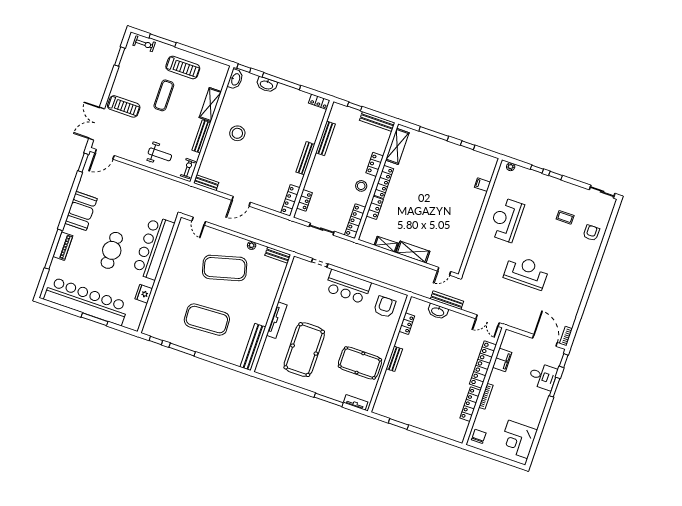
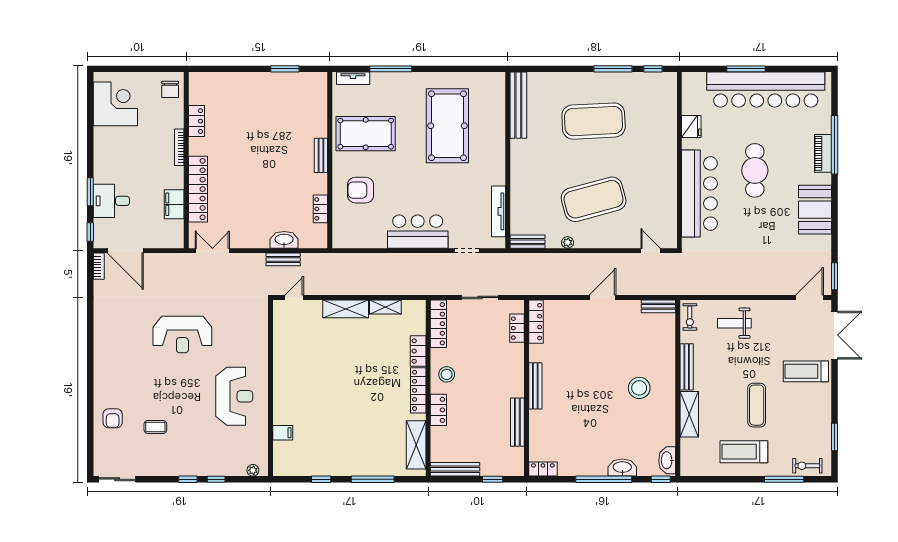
bench: (447, 300) -> (283, 259), width x0.73
armchair: (385, 307) -> (361, 190), moved, turned 90
tv unit: (277, 320) -> (498, 211), moved
locker: (470, 404) -> (197, 121), width x0.66

